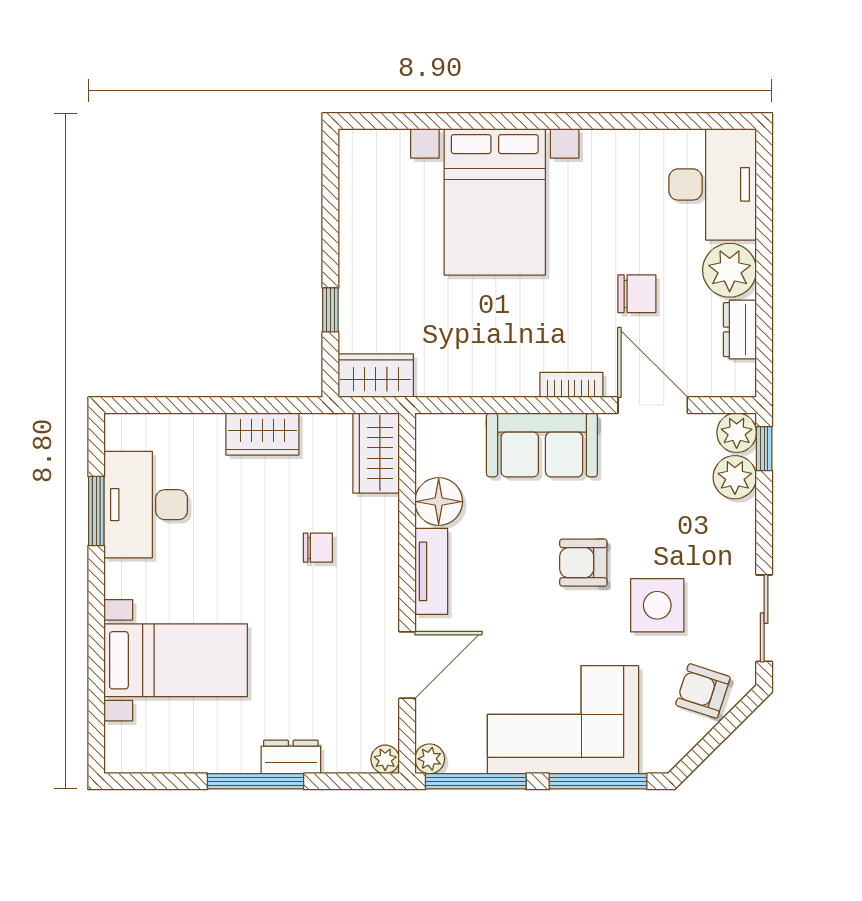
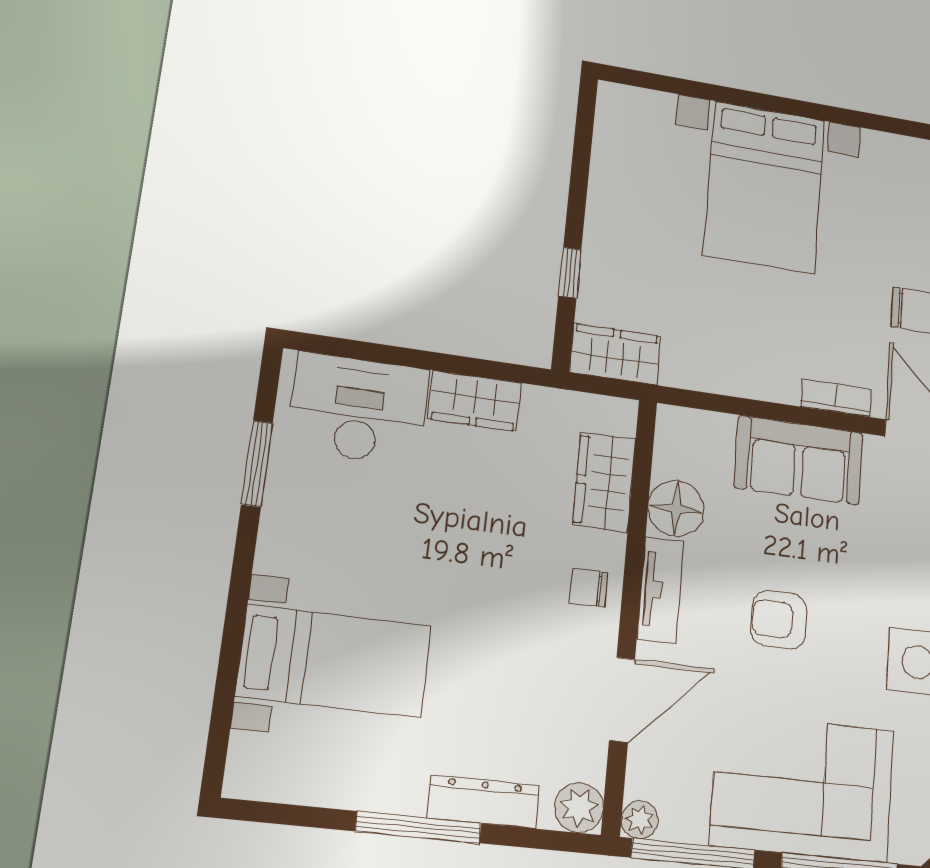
wardrobe: (376, 453) -> (604, 482), moved
desk: (146, 505) -> (359, 409), moved, turned 90
chair: (318, 548) -> (589, 588), moved, turned 180
armchair: (583, 563) -> (779, 620), moved
dresser: (291, 757) -> (484, 802), width x1.44
plant: (385, 759) -> (579, 808), width x1.38, depth x1.38

